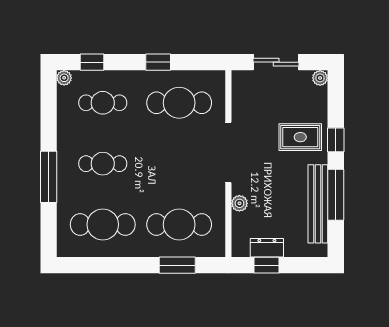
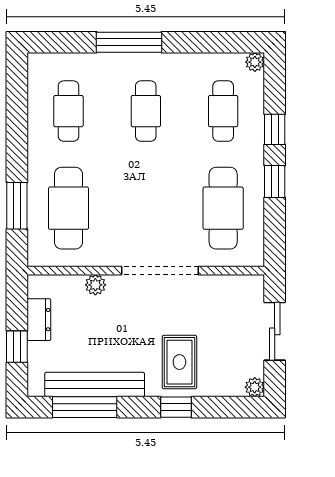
window: (92, 62) -> (275, 129), moved
window: (336, 195) -> (85, 407), moved
cafe table: (103, 224) -> (68, 111), width x0.73, depth x0.74
window: (266, 265) -> (17, 347), moved

